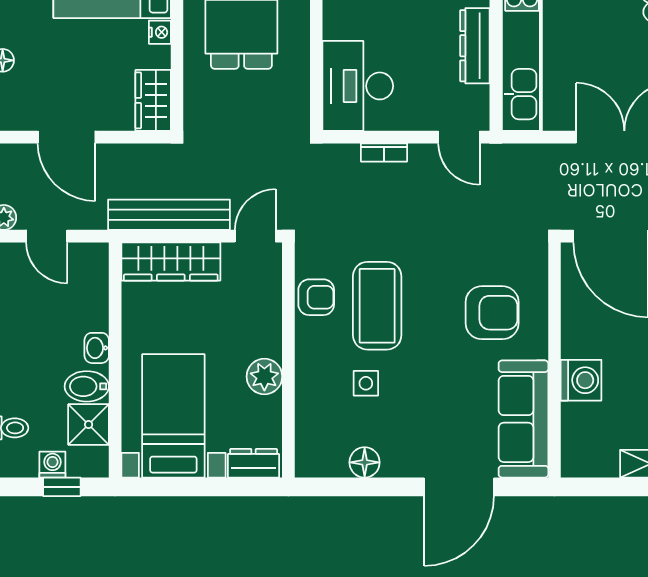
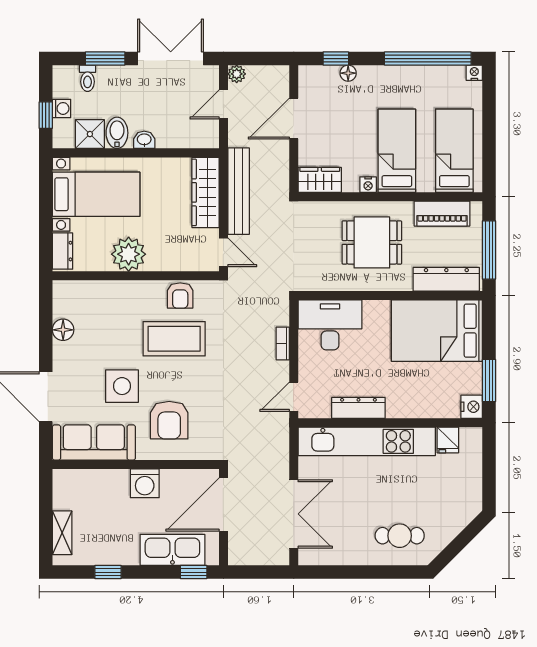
plant: (264, 377) -> (129, 254), width x1.36, depth x1.36
washing machine: (581, 380) -> (145, 483), moved
side table: (366, 383) -> (122, 386), moved, width x1.87, depth x1.87

